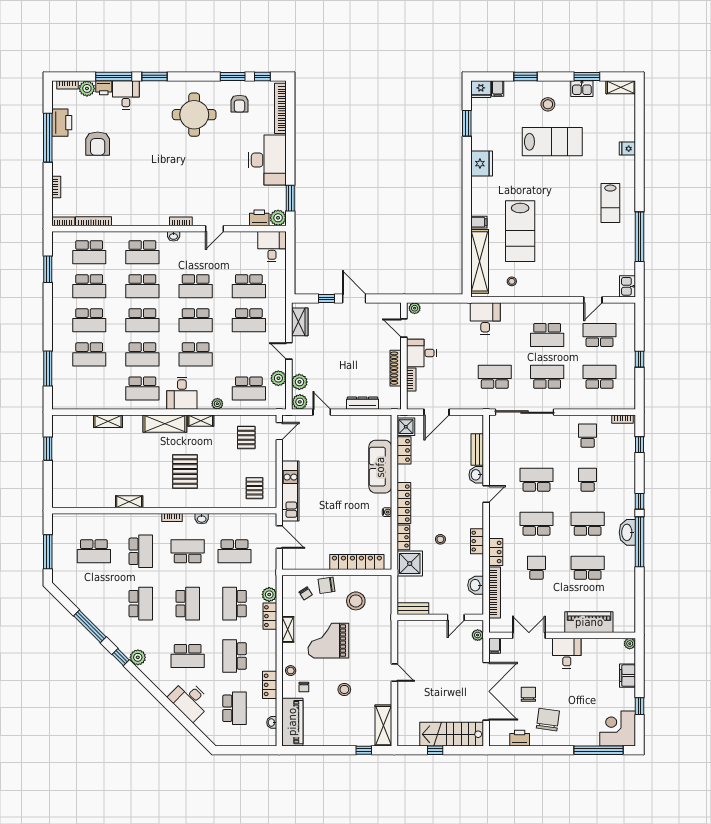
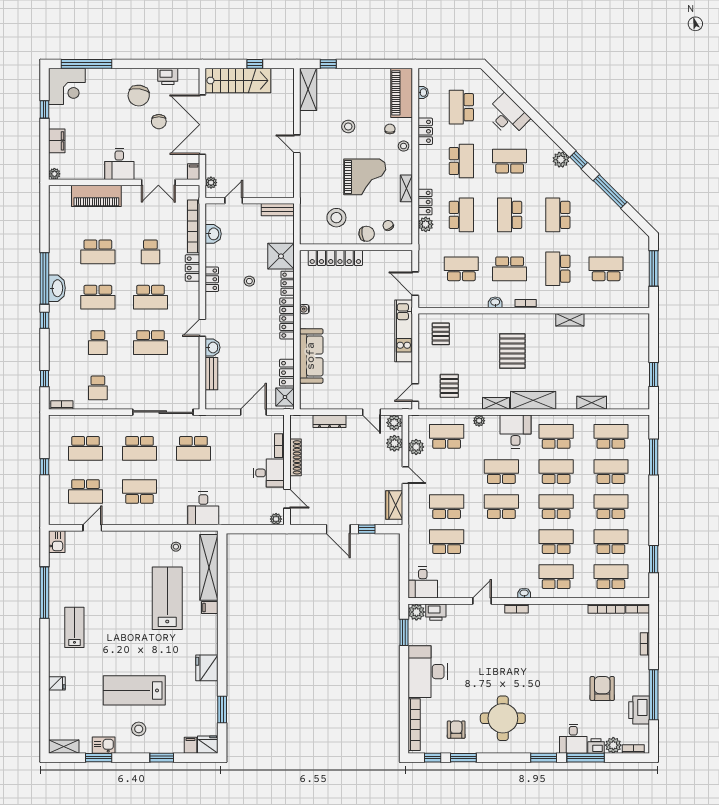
school desk: (196, 286) -> (611, 436), moved

